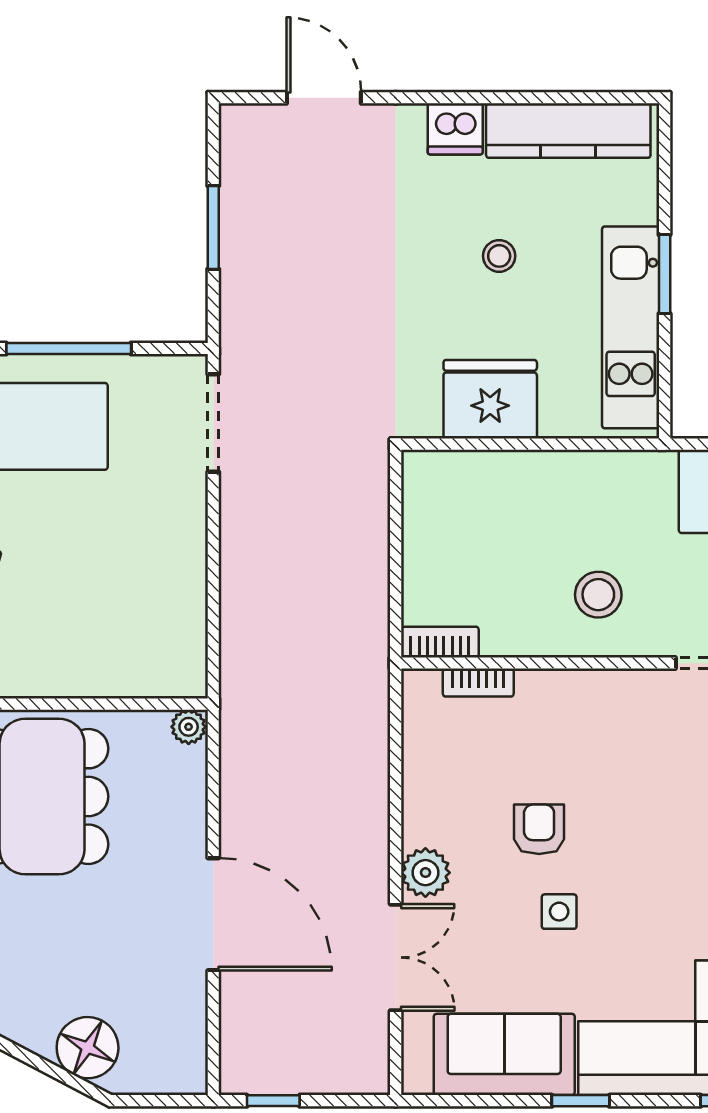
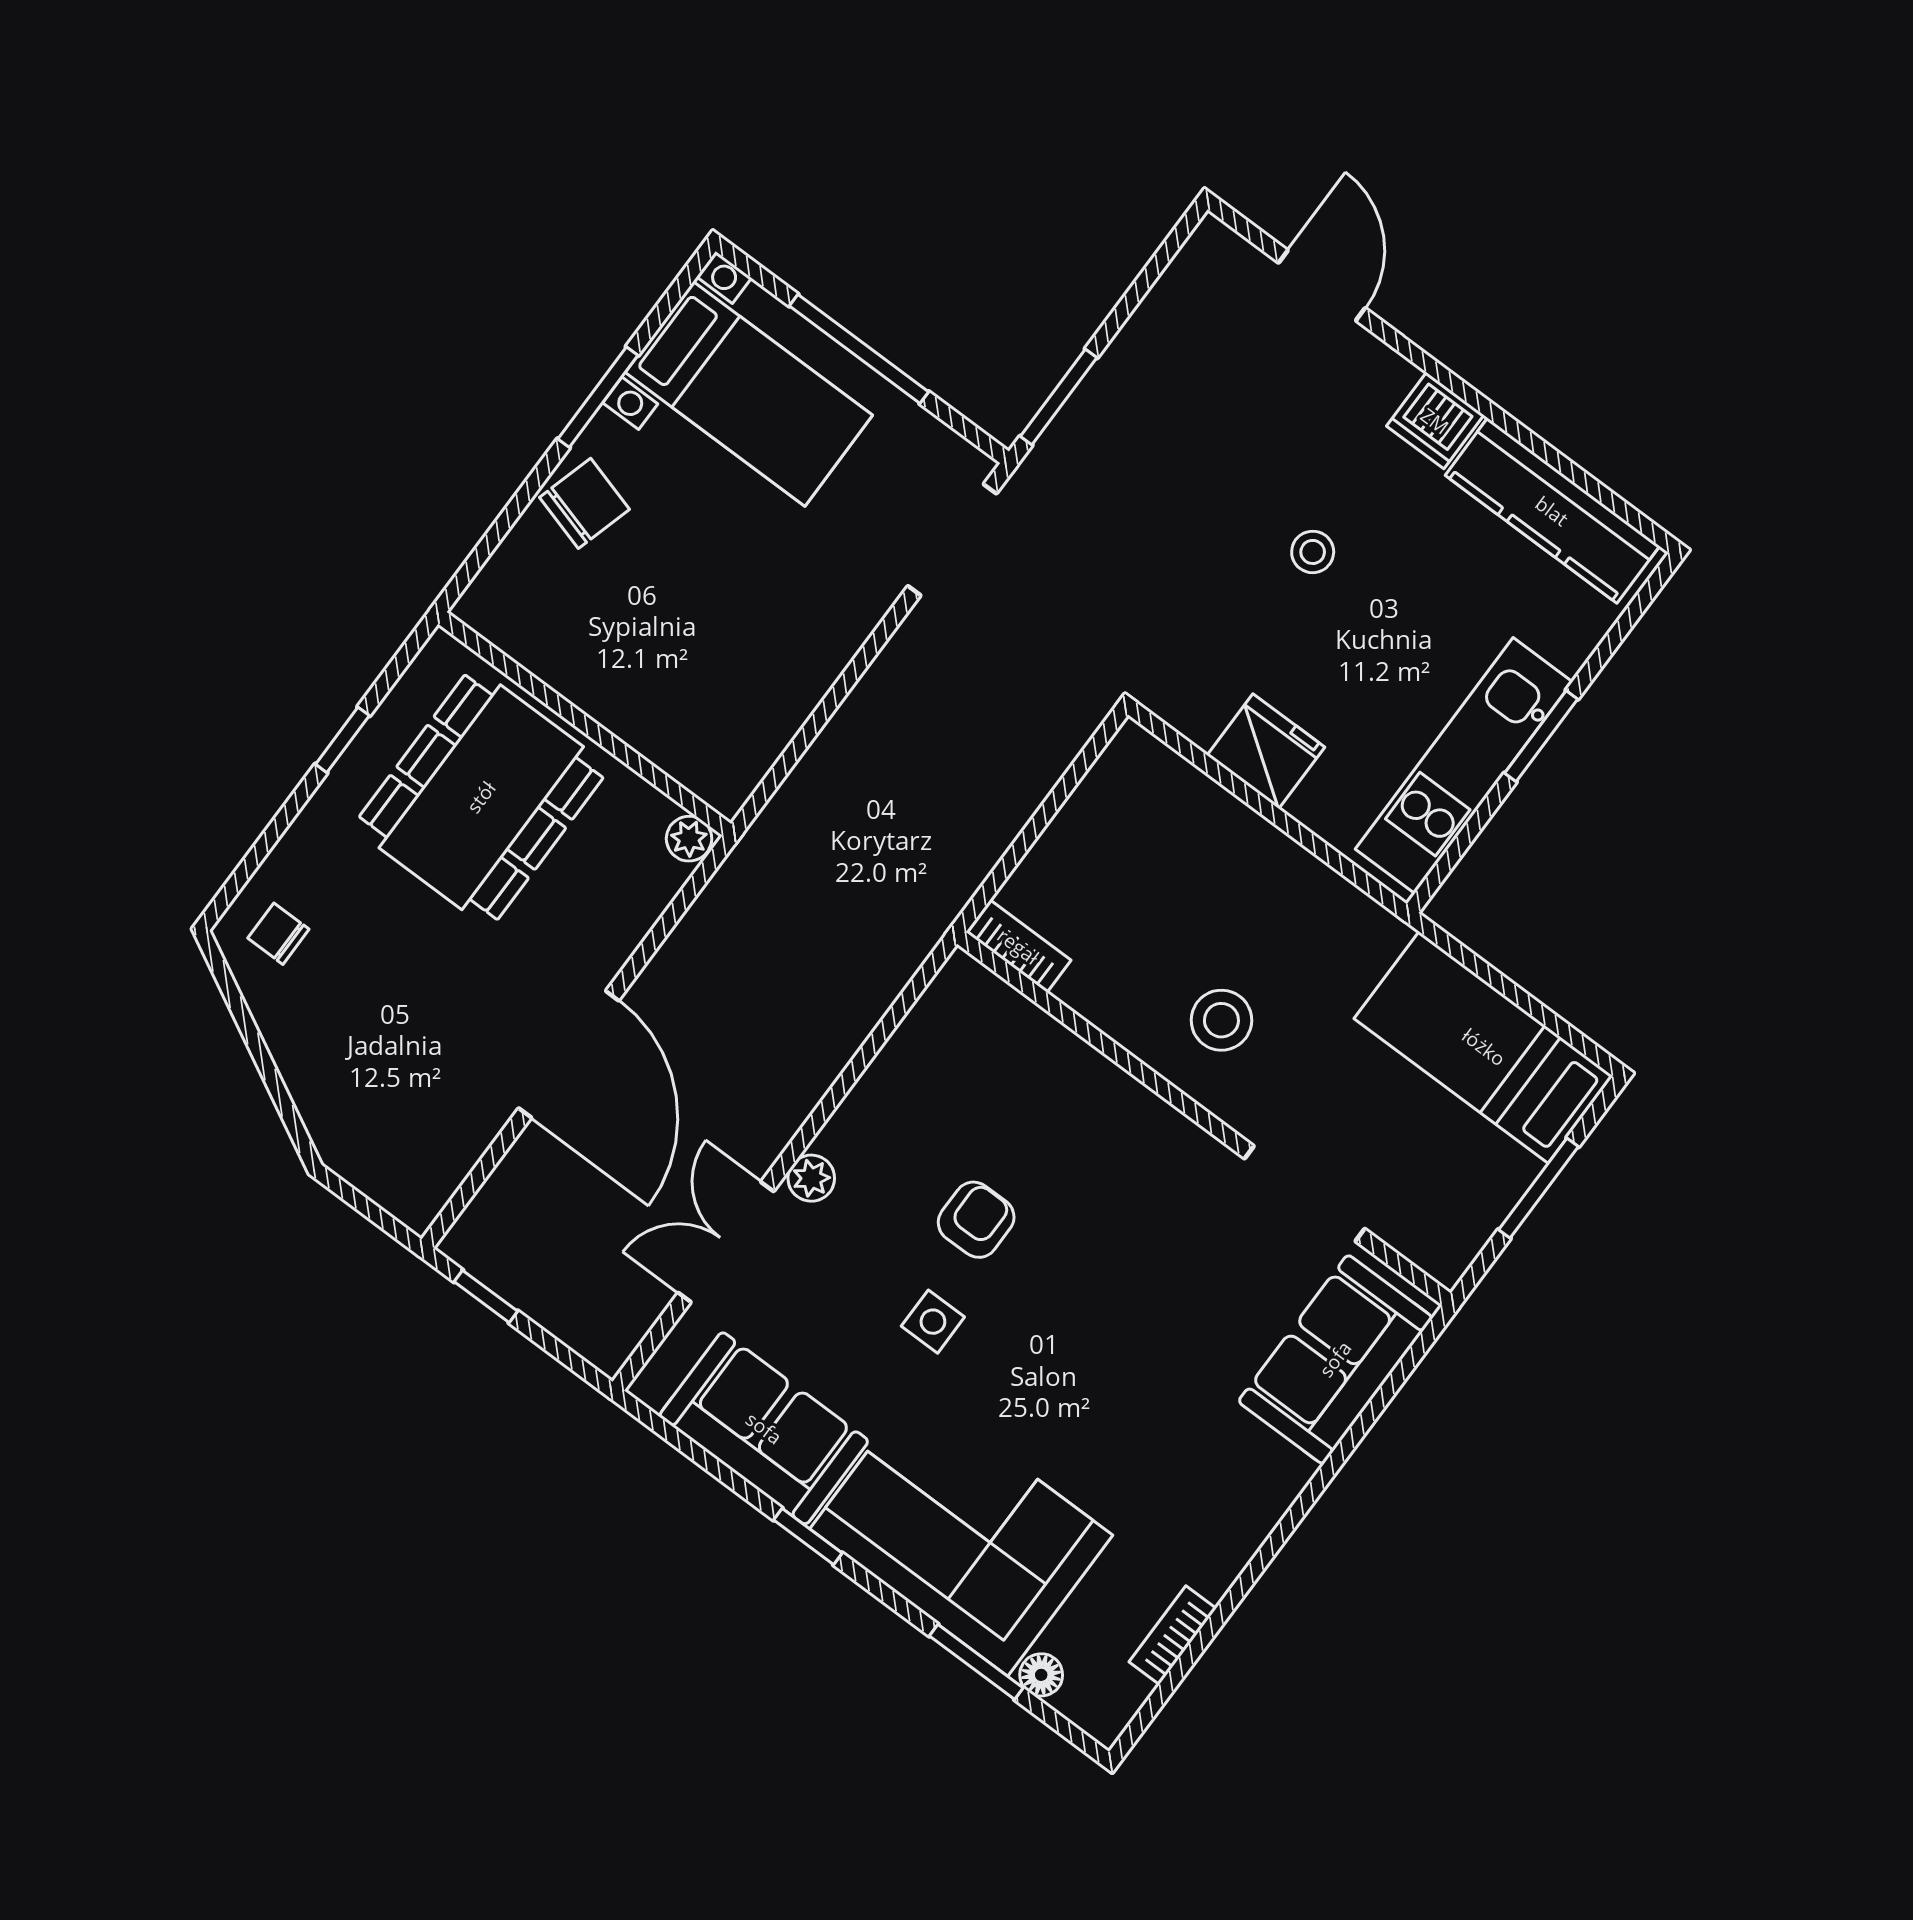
window: (213, 227) -> (1059, 397), moved
stool: (499, 256) -> (1313, 552), moved
fridge: (490, 399) -> (1266, 751), width x0.73, depth x0.75
bookcase: (478, 683) -> (1027, 1019), removed
plant: (425, 873) -> (811, 1178), width x0.73, depth x0.73
double door: (396, 957) -> (726, 1242), swing flipped
floor lamp: (88, 1048) -> (333, 1096), removed

